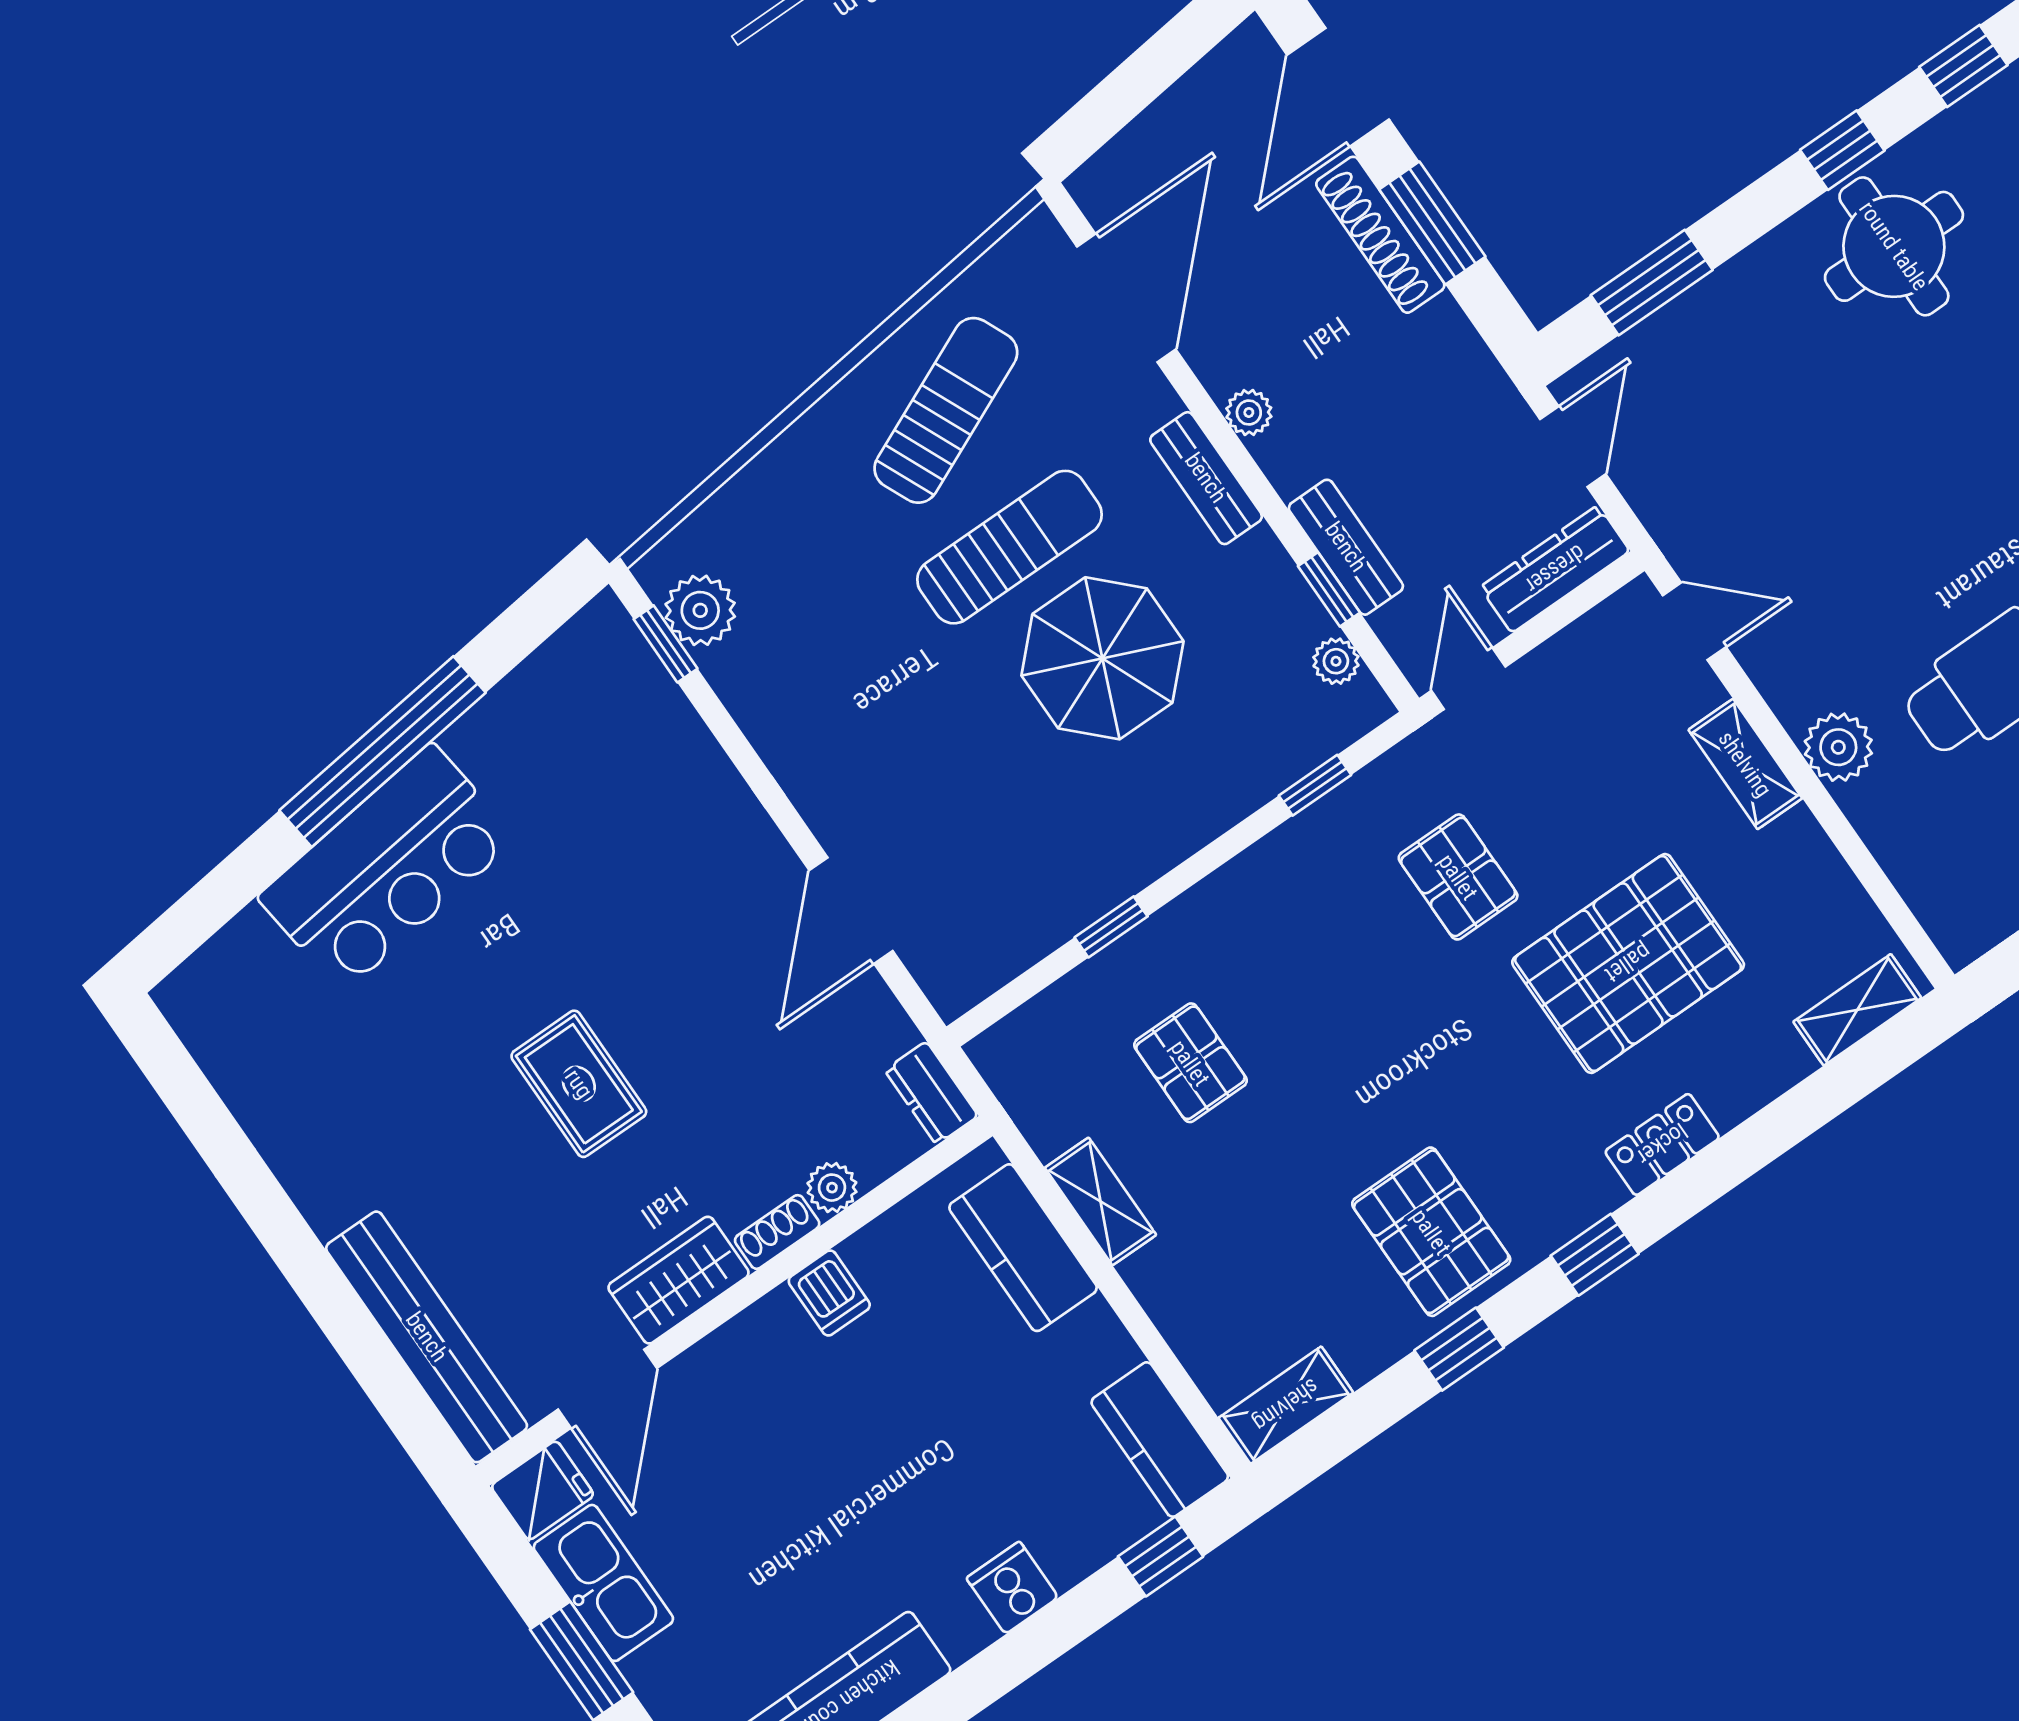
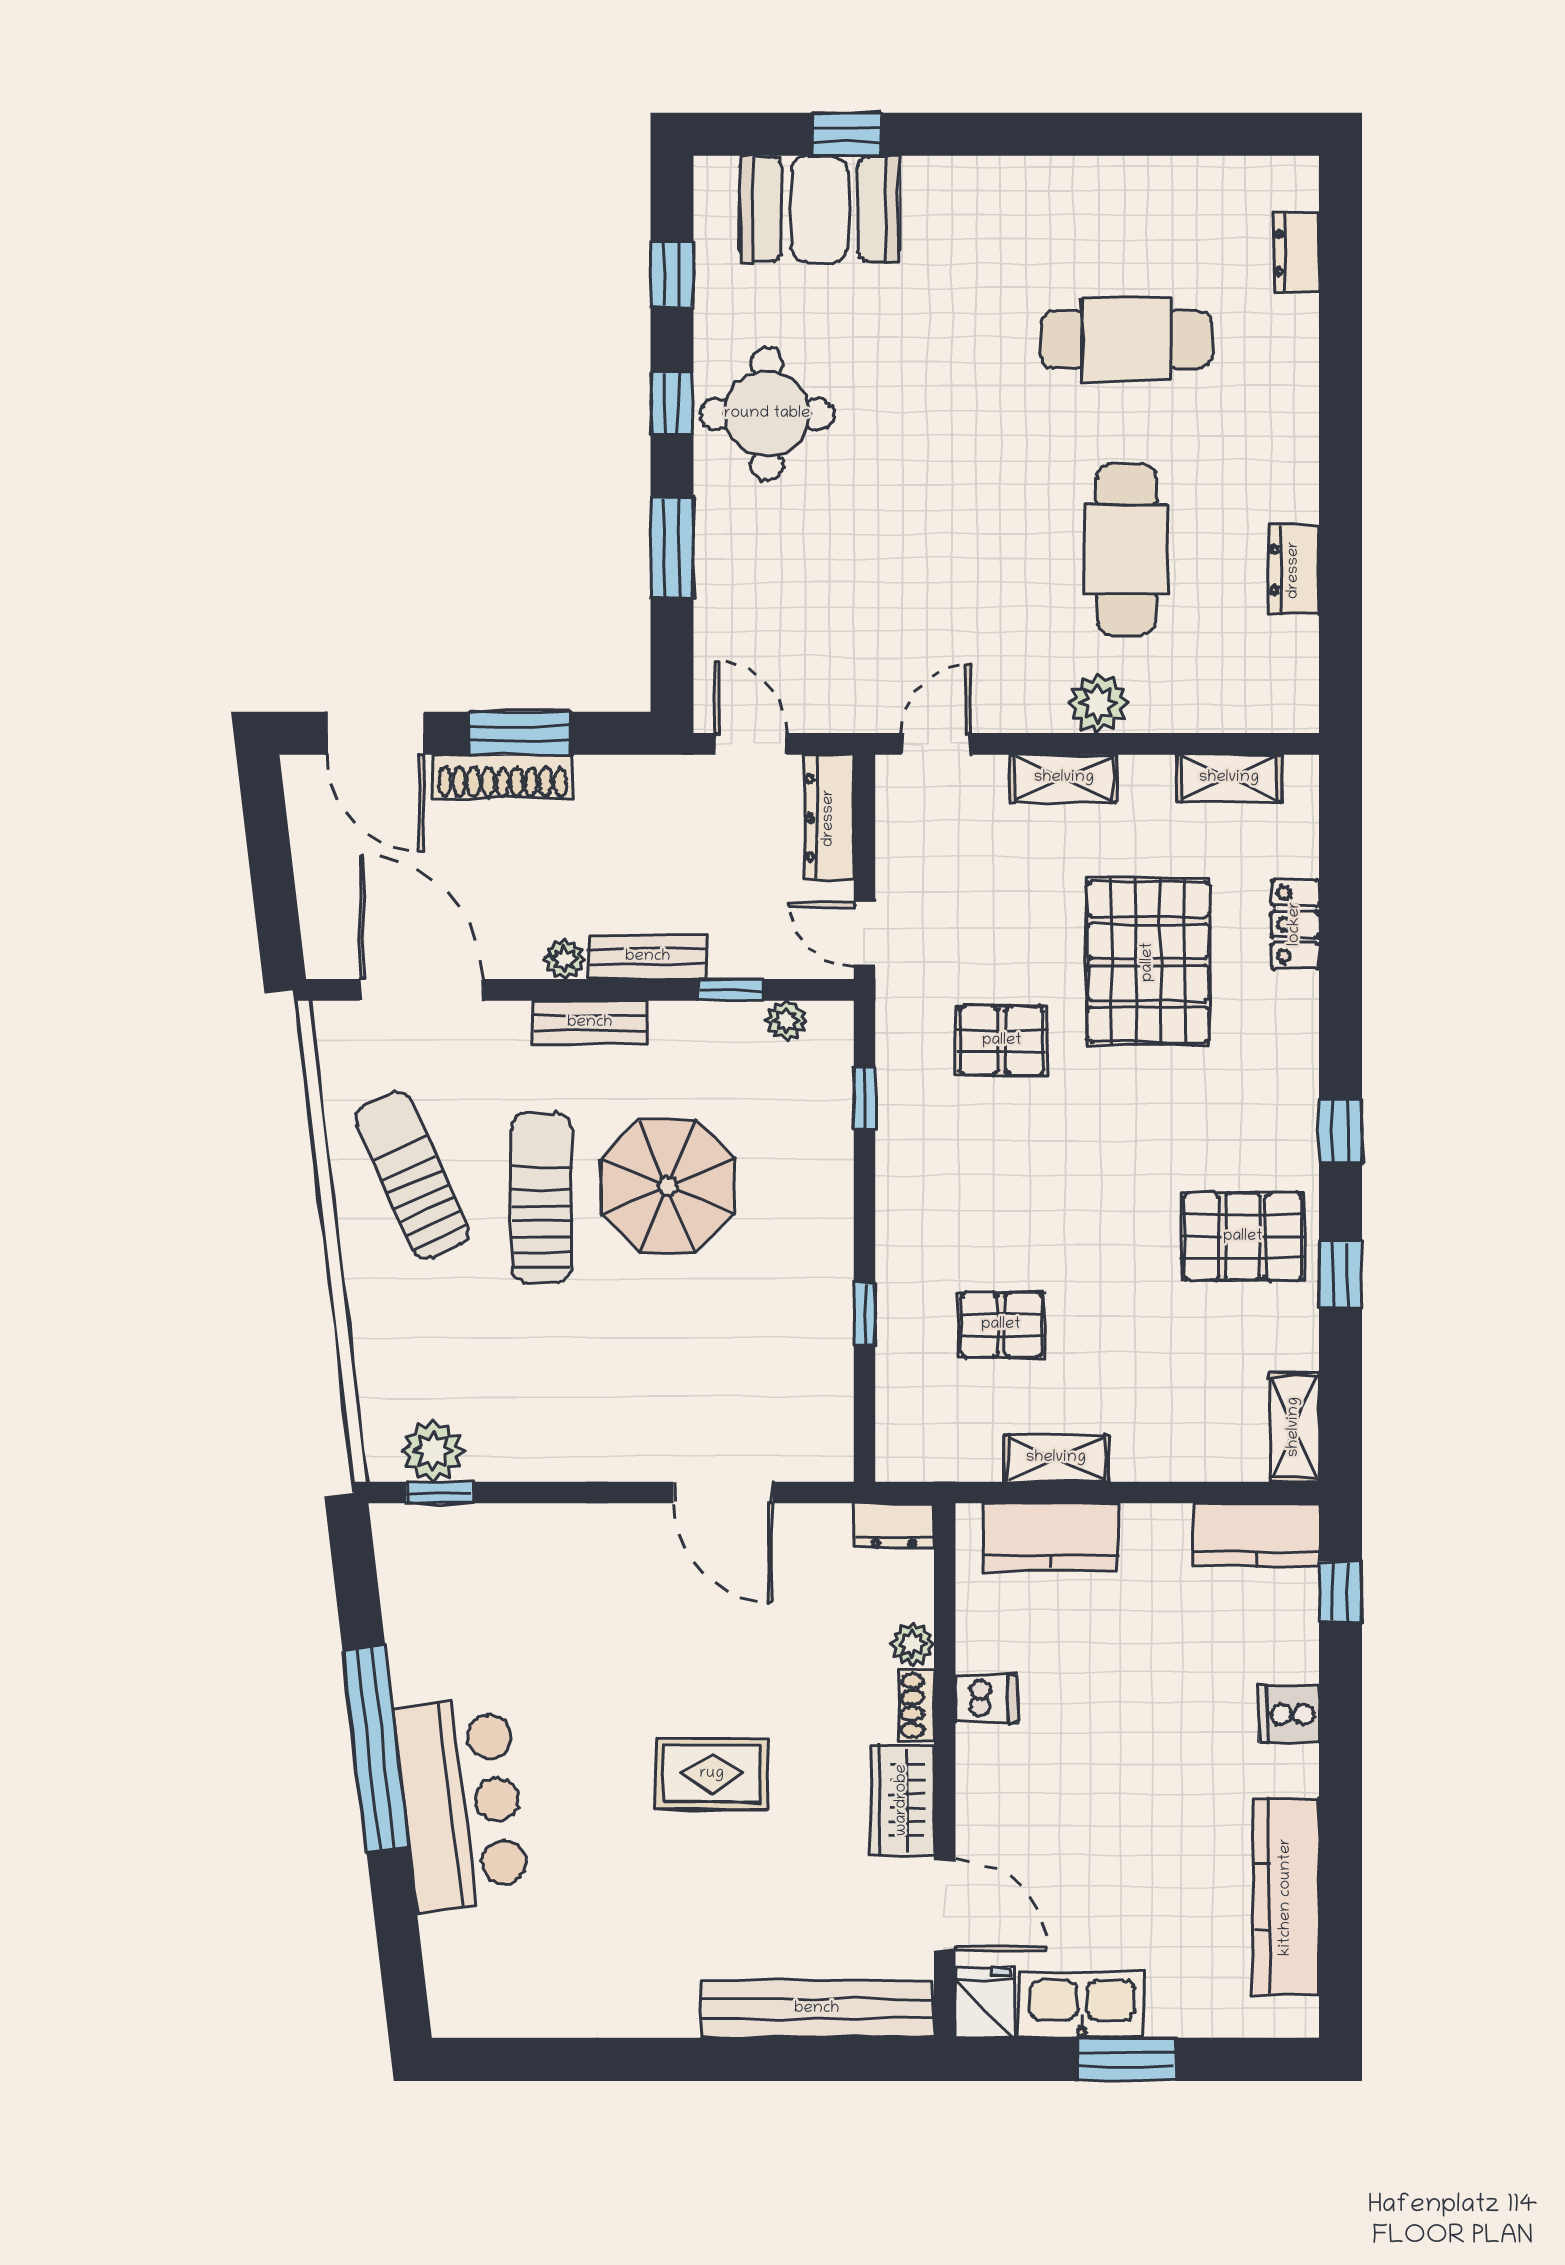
window: (1652, 283) -> (672, 547), moved
bench: (1346, 547) -> (648, 957), moved
shelving: (1857, 1010) -> (1229, 778), moved, turned 90
locker: (1662, 1144) -> (1295, 924), moved

